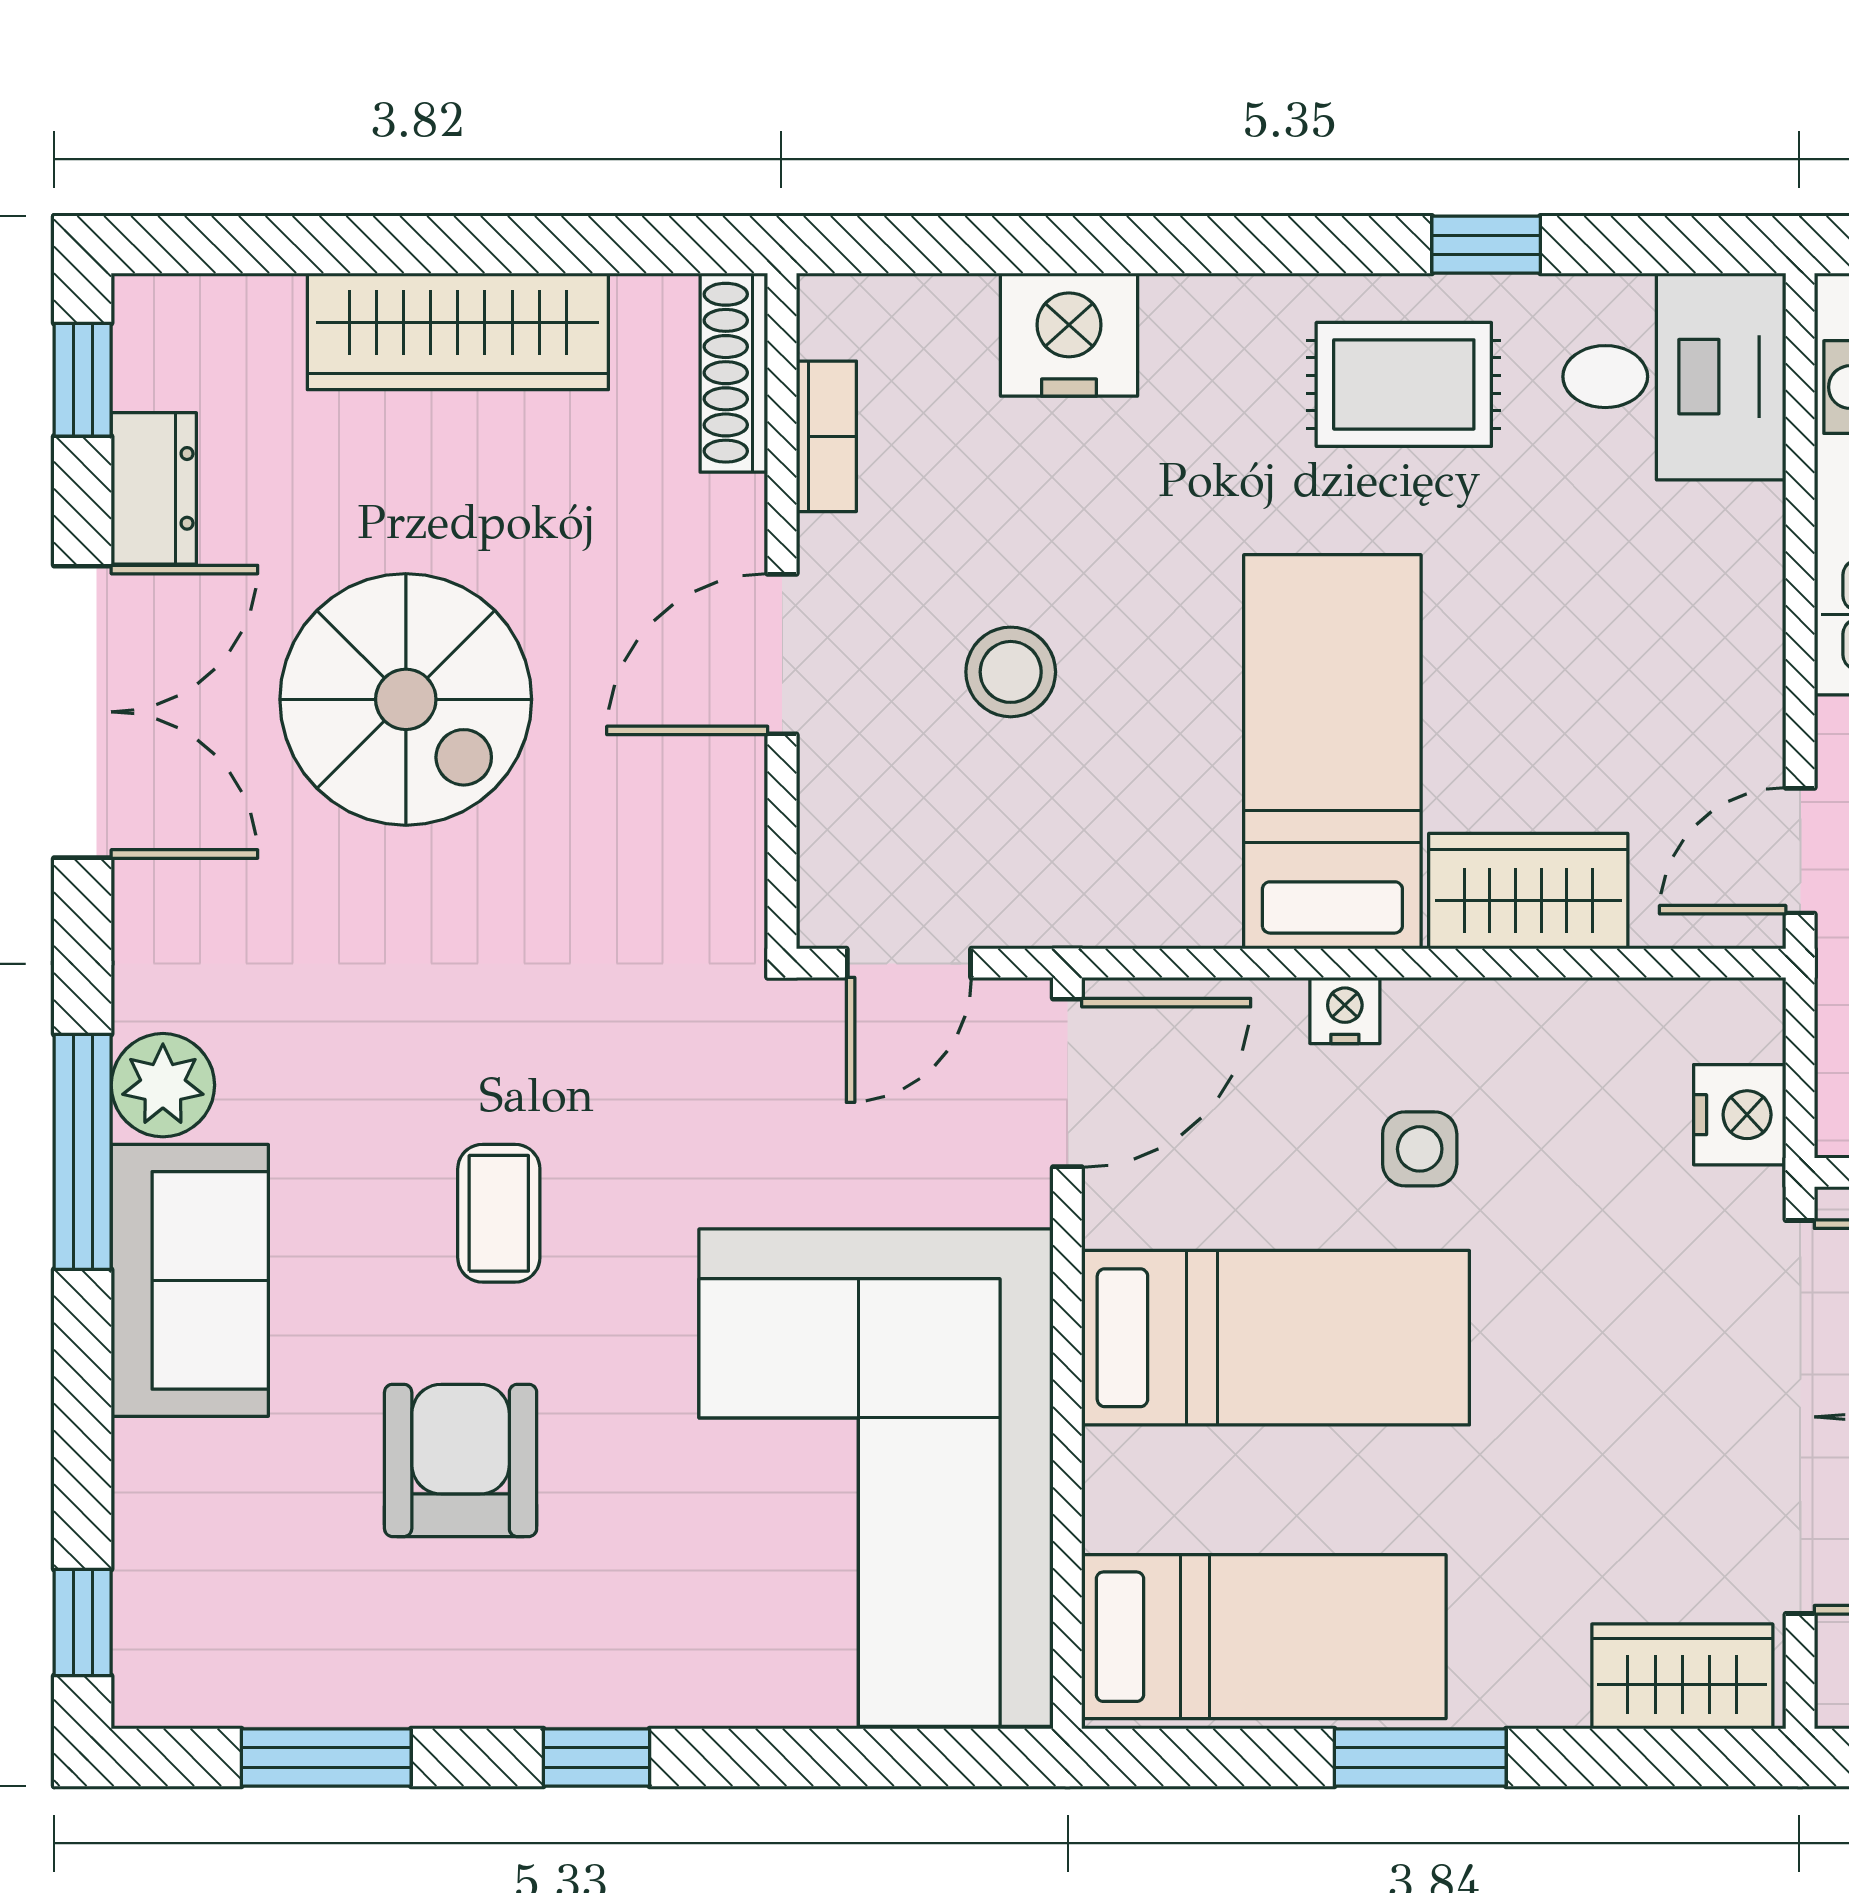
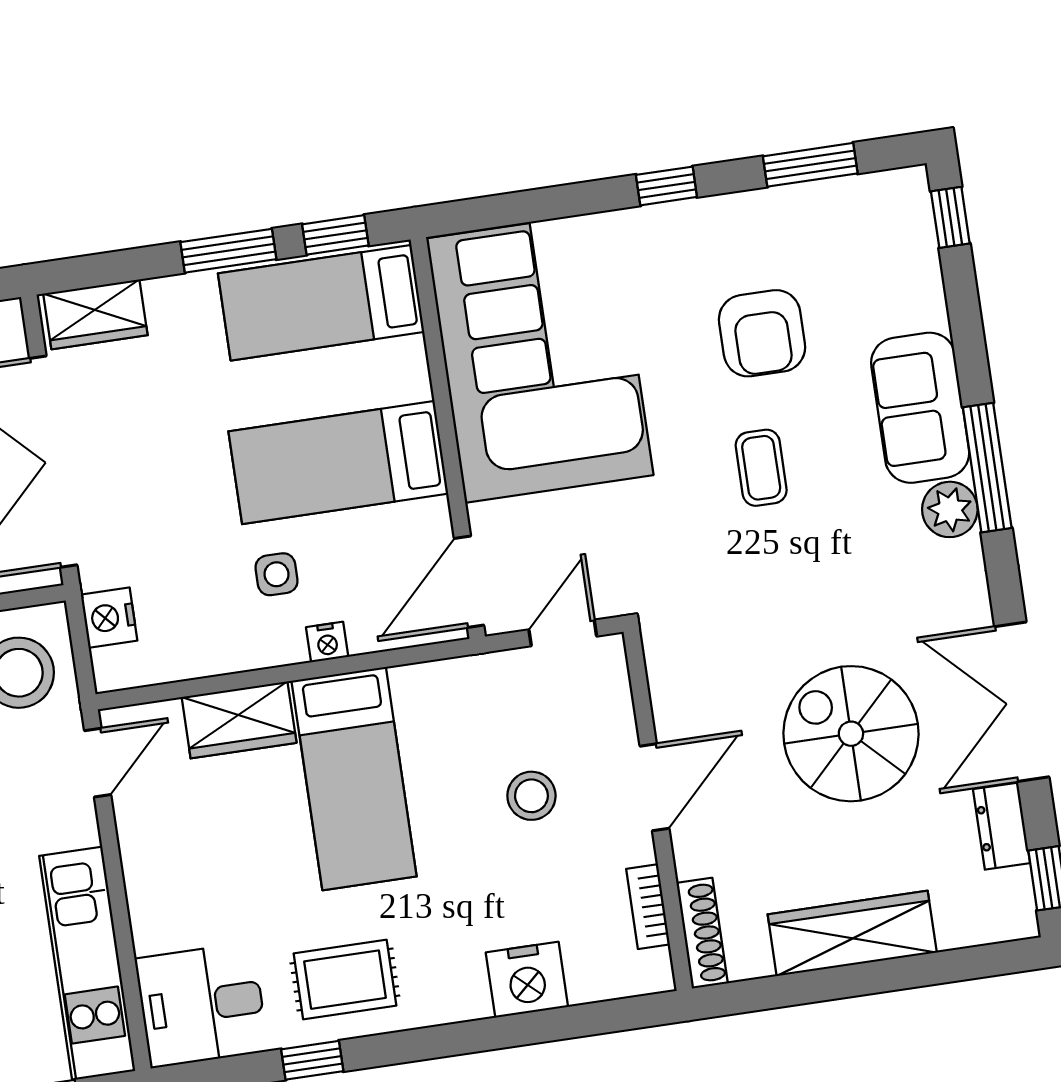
window: (1219, 1758) -> (335, 235), added

